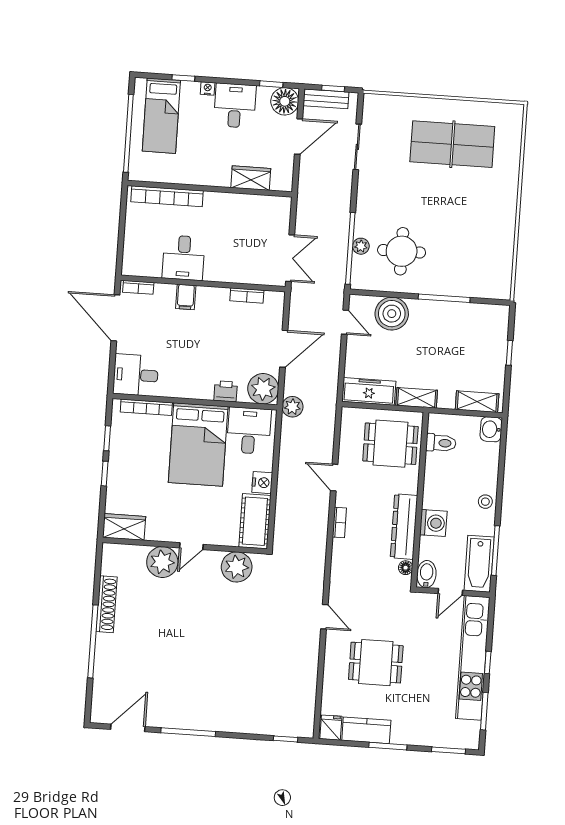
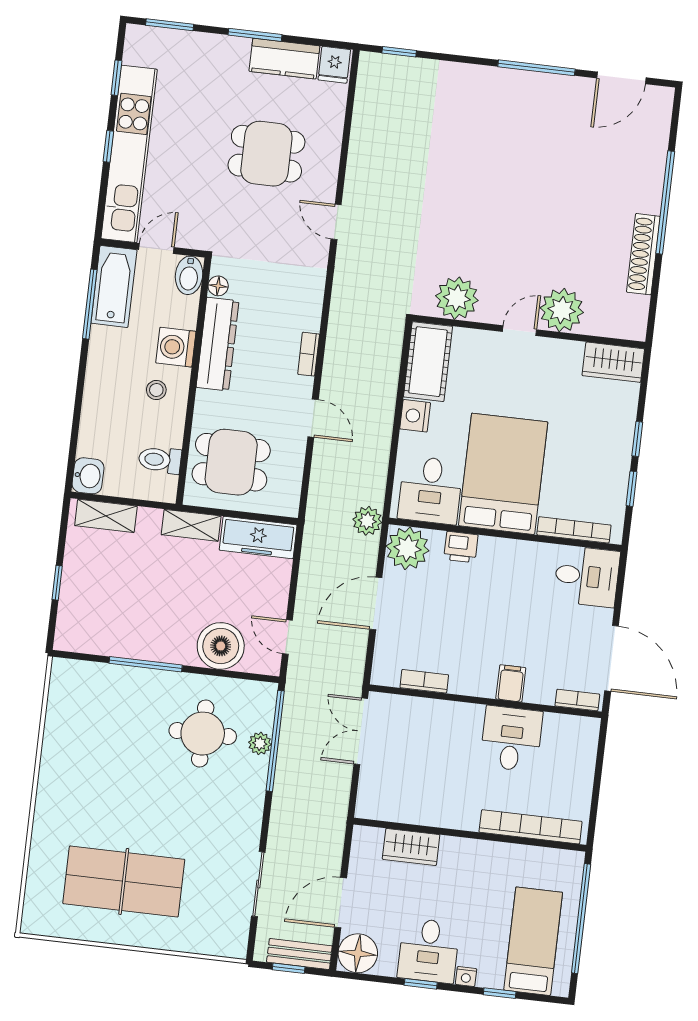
window: (271, 84) -> (421, 984), moved
stool: (485, 502) -> (156, 390), moved
window: (484, 711) -> (116, 78), width x0.67

